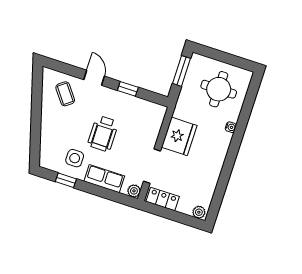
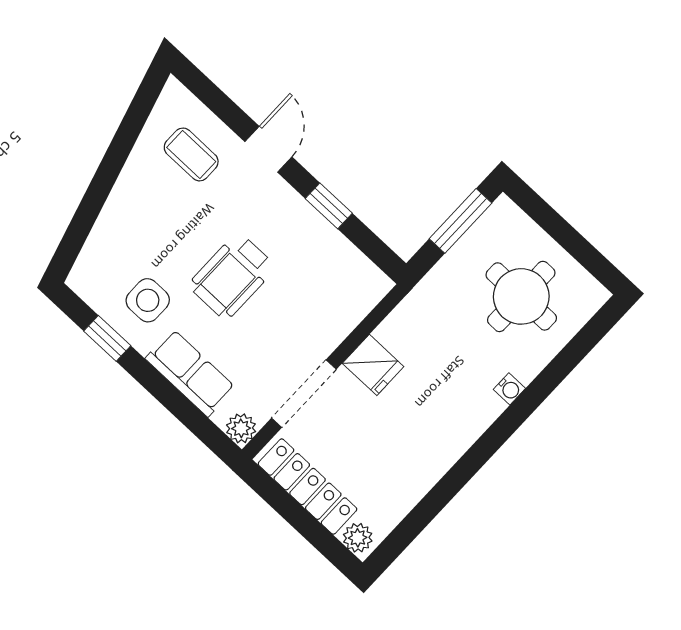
coffee table: (65, 94) -> (191, 154), turned -53
fridge: (179, 136) -> (373, 365), width x0.53, depth x0.75
locker: (163, 199) -> (307, 487), width x1.53

